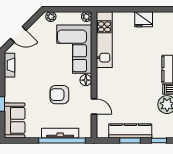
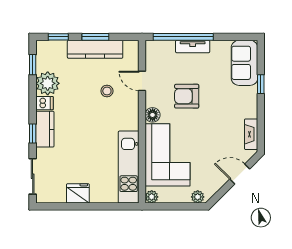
armchair: (59, 95) -> (187, 96), turned 180
stool: (121, 99) -> (107, 91), added
tv unit: (60, 133) -> (193, 46), width x0.71

